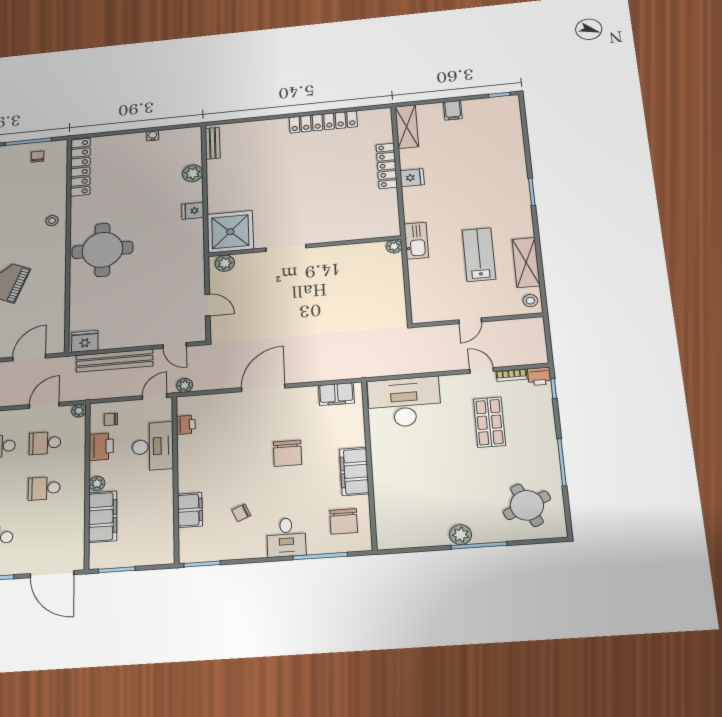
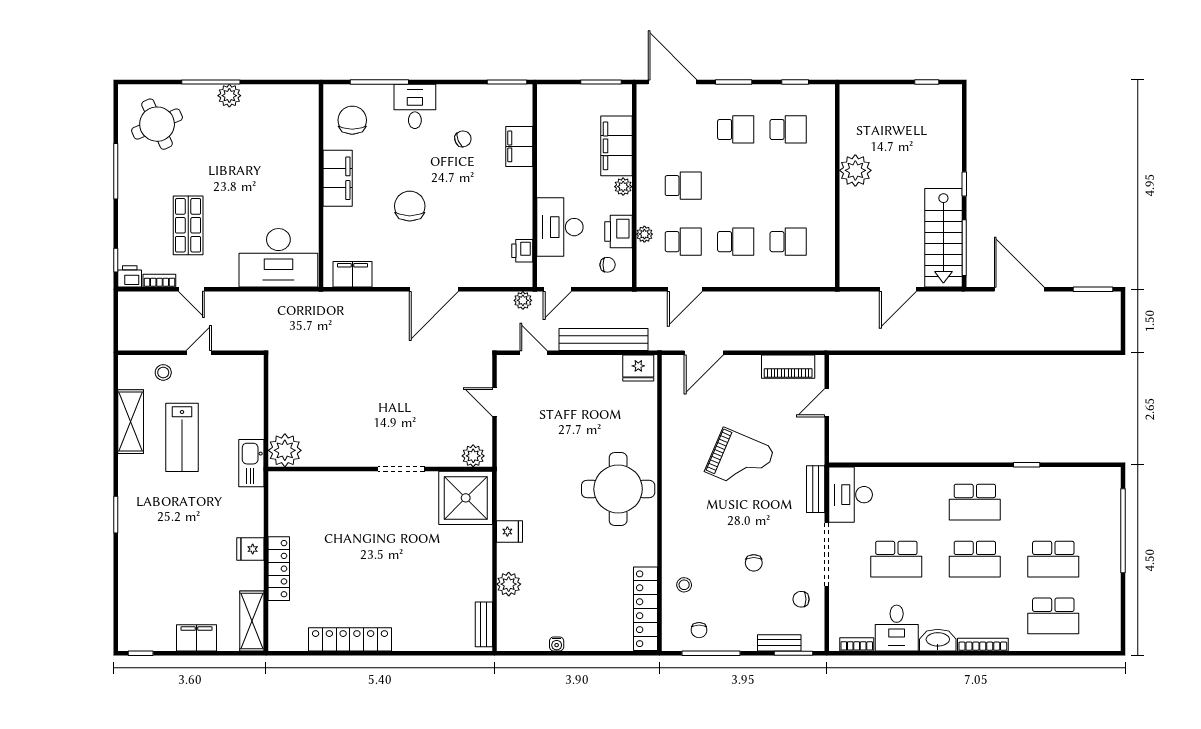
filing cabinet: (453, 110) -> (197, 638), width x2.00
stool: (52, 221) -> (684, 585), moved
plant: (394, 246) -> (285, 450), width x1.88, depth x1.88
stool: (530, 301) -> (163, 372), moved
plant: (79, 411) -> (644, 234), moved

